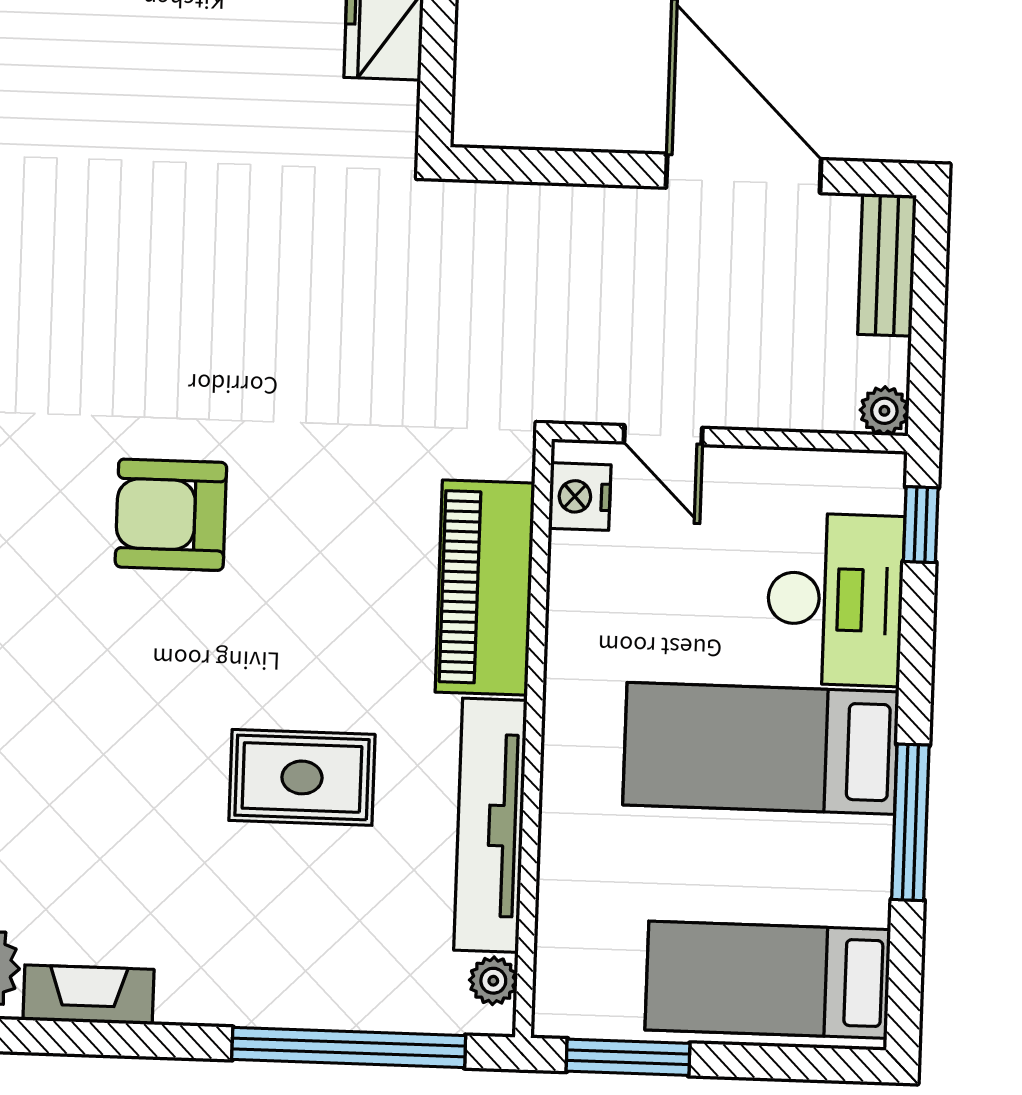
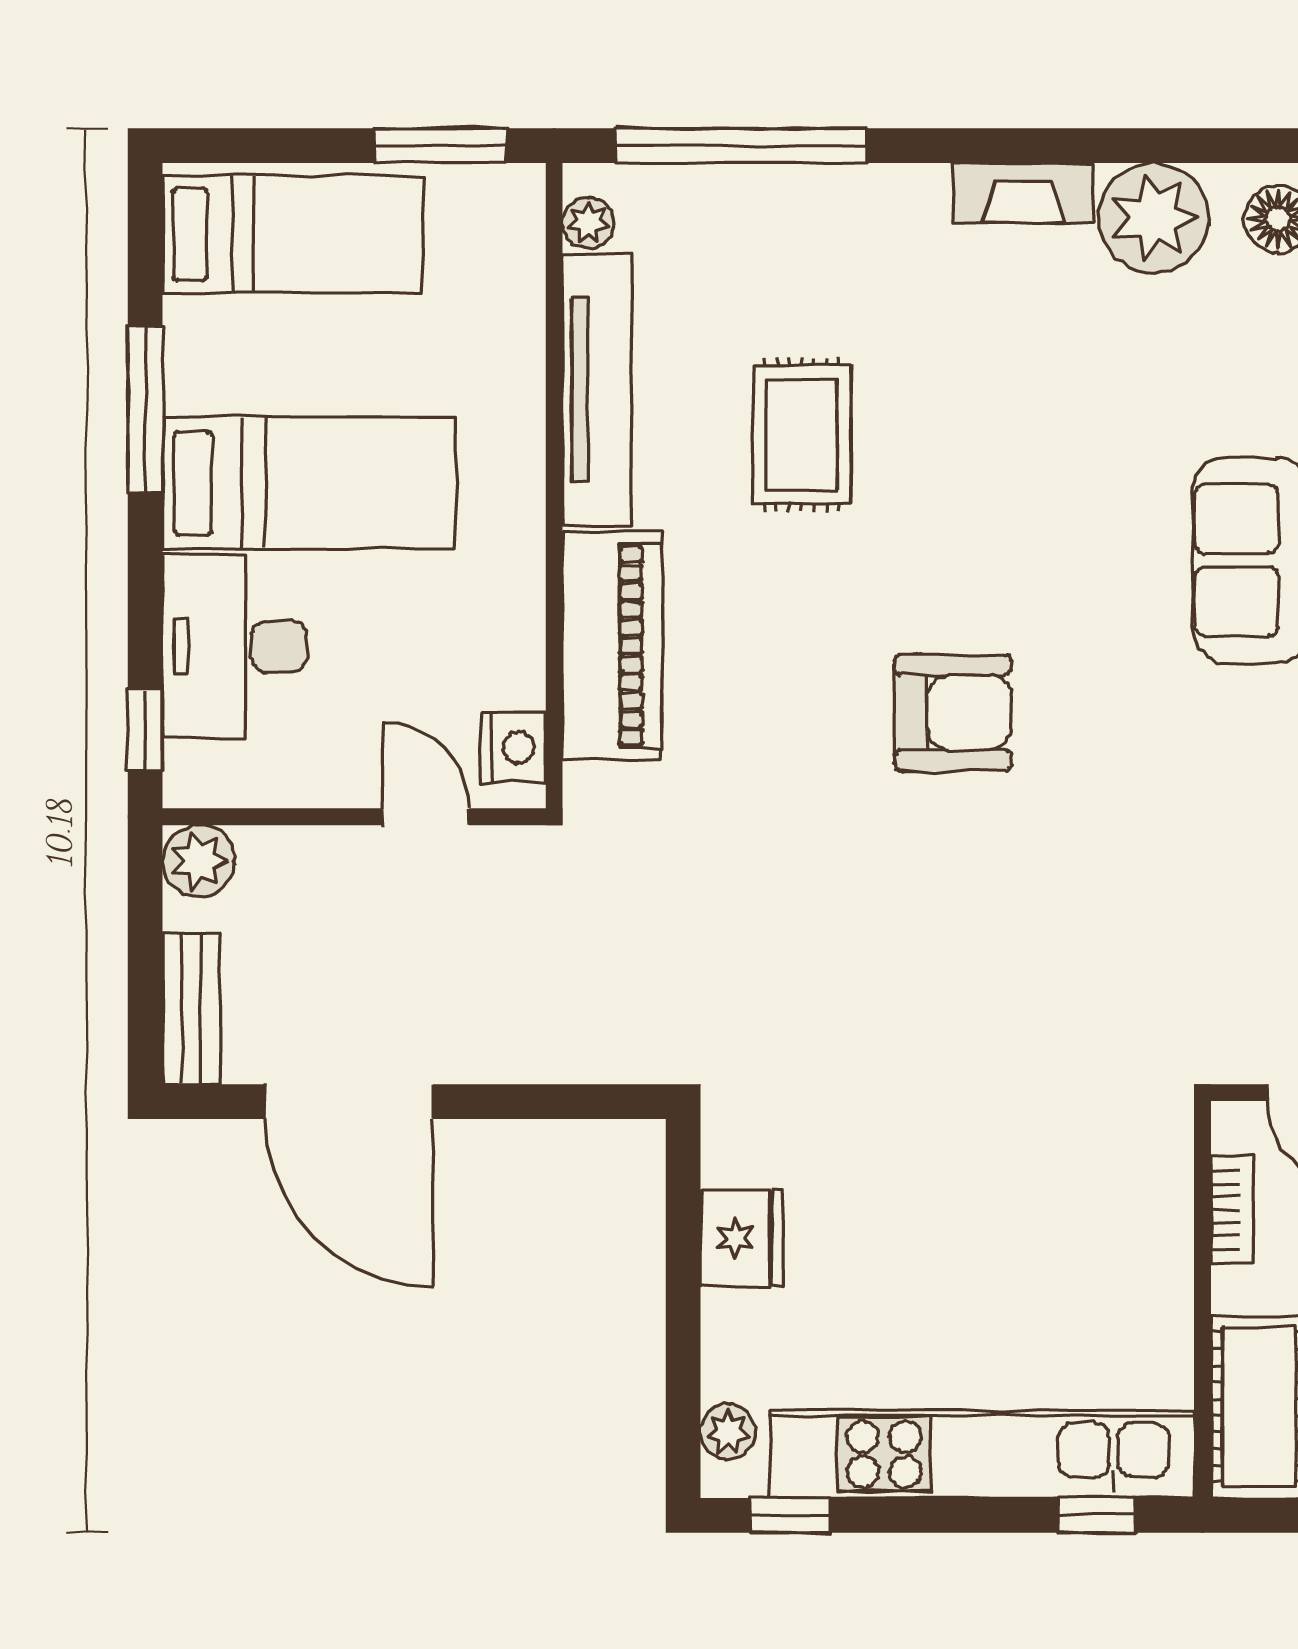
plant: (884, 411) -> (198, 861), width x1.38, depth x1.38
rug: (302, 777) -> (802, 435), turned 90

